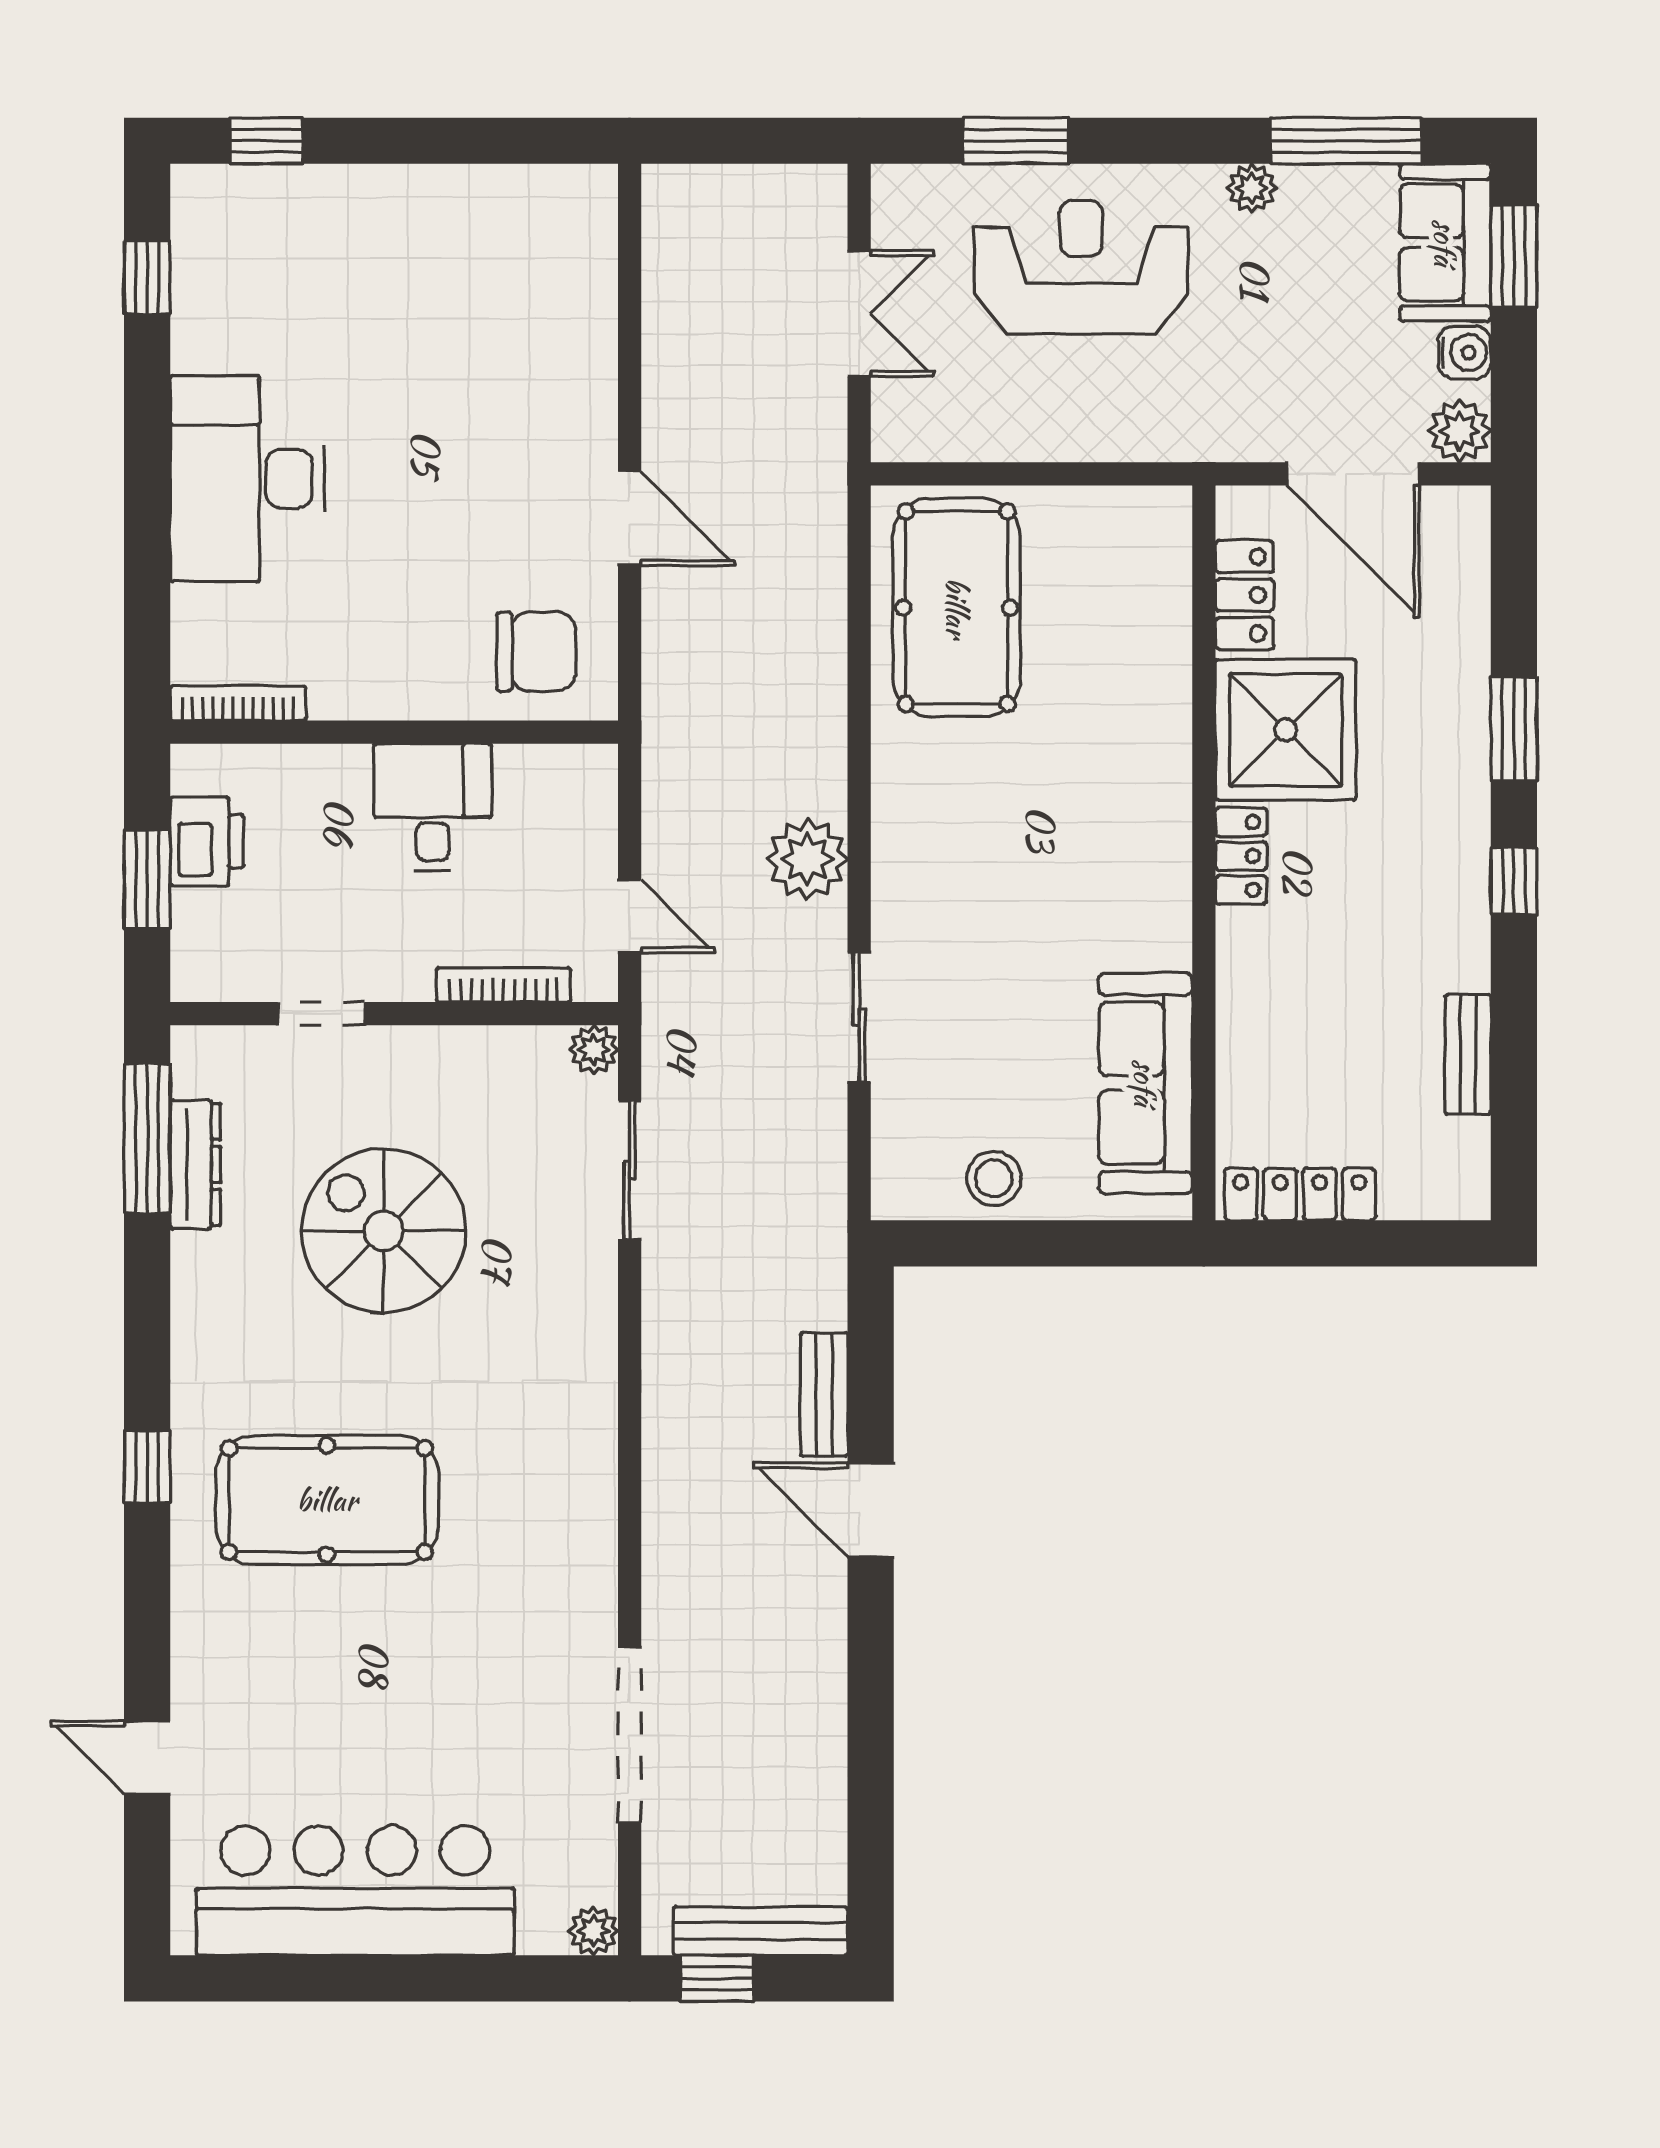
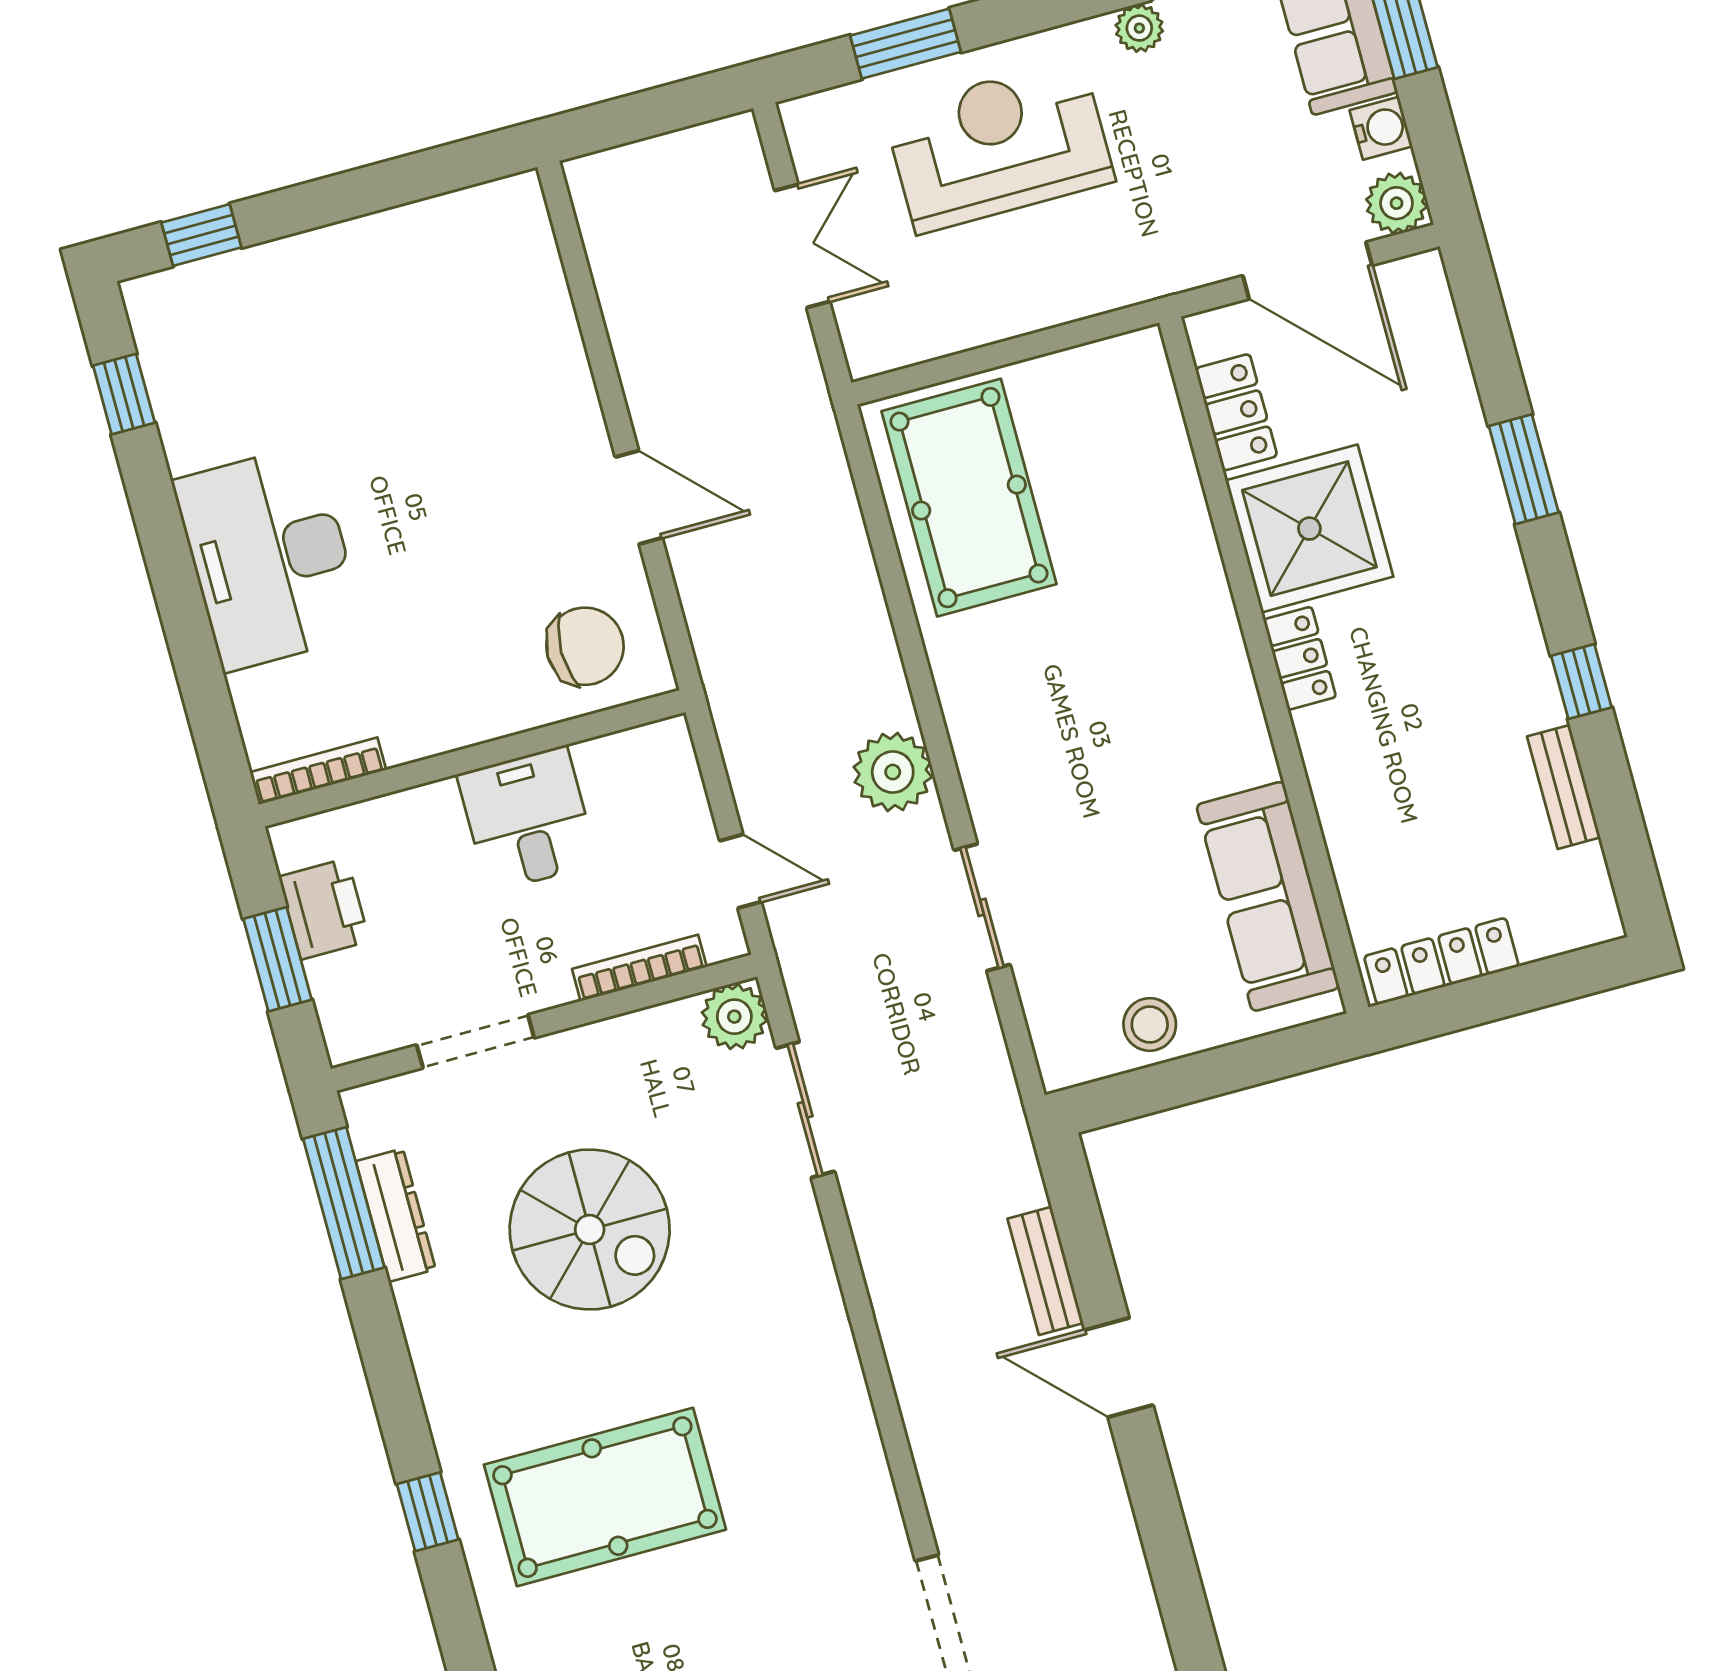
window: (1514, 881) -> (1581, 682), moved
doorway: (321, 1014) -> (475, 1041), width x1.38
plant: (594, 1050) -> (734, 1017), width x1.38, depth x1.38
spiral stairs: (384, 1231) -> (590, 1230), turned 180

